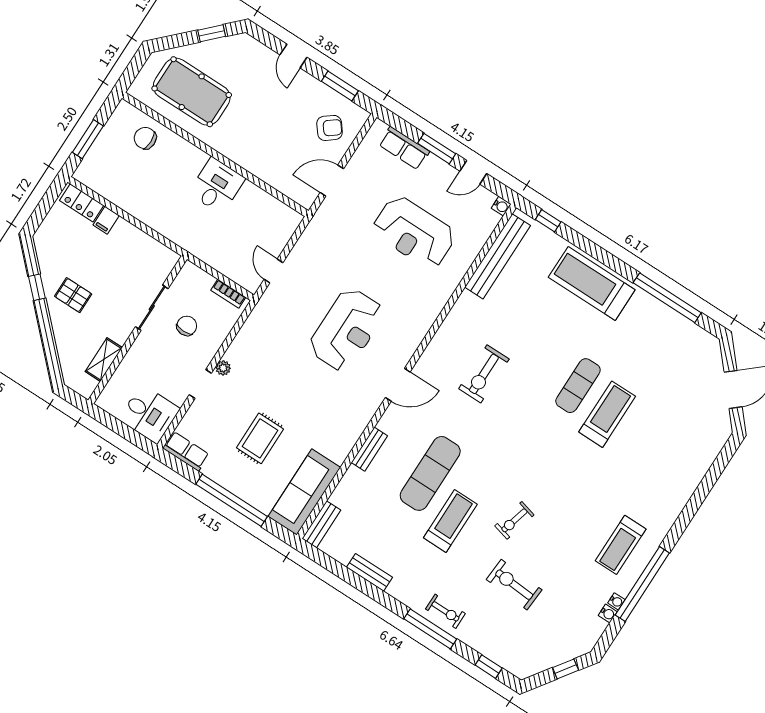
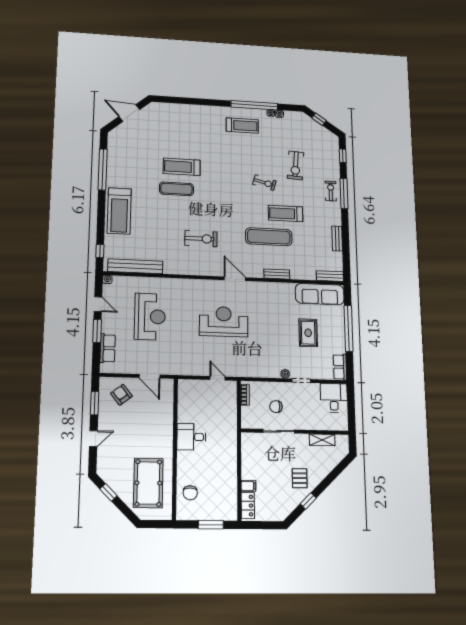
door: (273, 271) -> (218, 378), swing flipped
rug: (260, 438) -> (308, 333), turned 90

